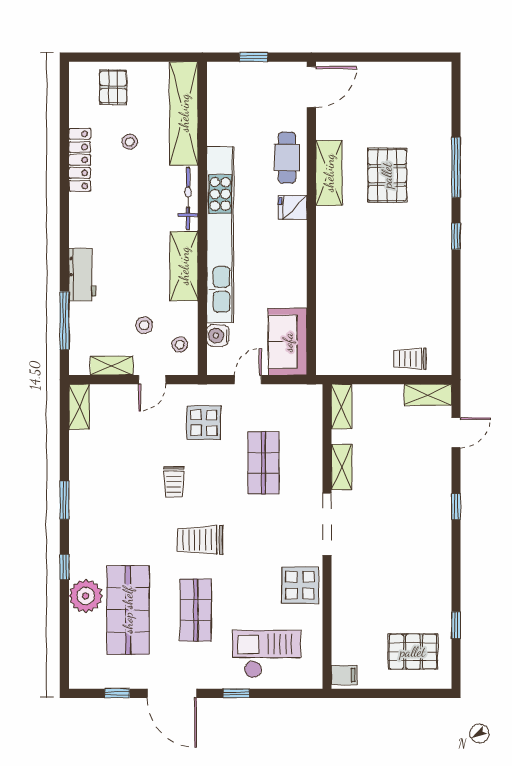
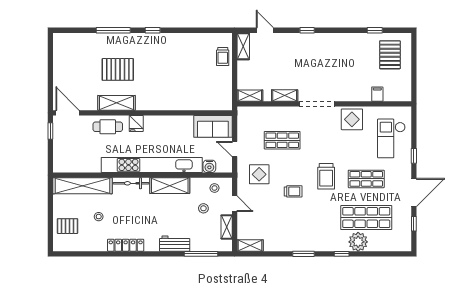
window: (254, 57) -> (50, 131), moved
locker: (80, 160) -> (126, 245), moved
filing cabinet: (344, 675) -> (377, 94), moved

